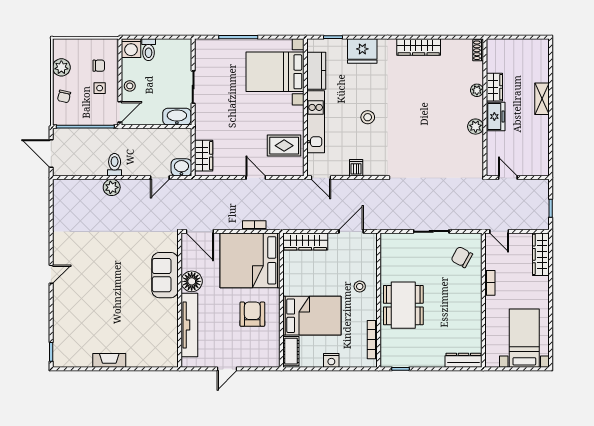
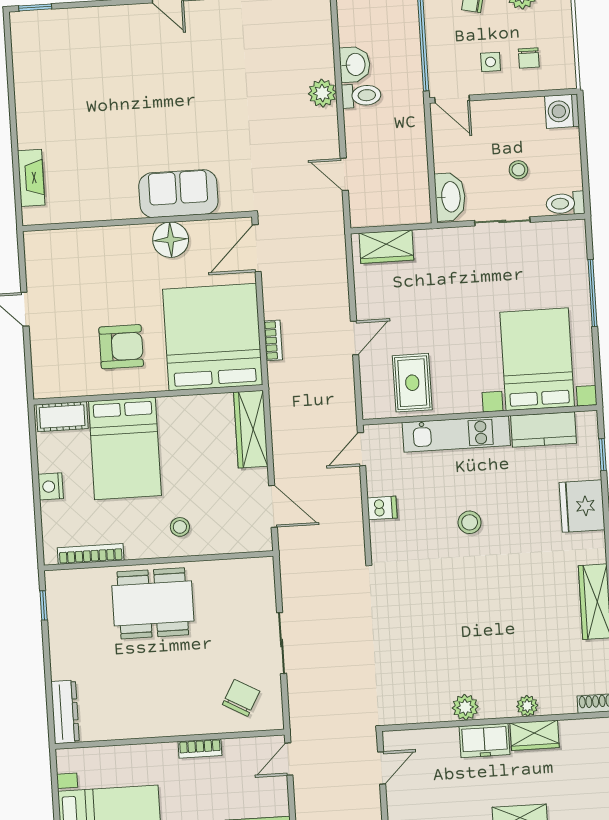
toilet: (149, 50) -> (565, 203), moved
stool: (130, 86) -> (518, 170), moved
washbasin: (181, 167) -> (355, 64), moved
tv unit: (189, 325) -> (96, 241), removed
fireplace: (109, 360) -> (31, 178), moved

